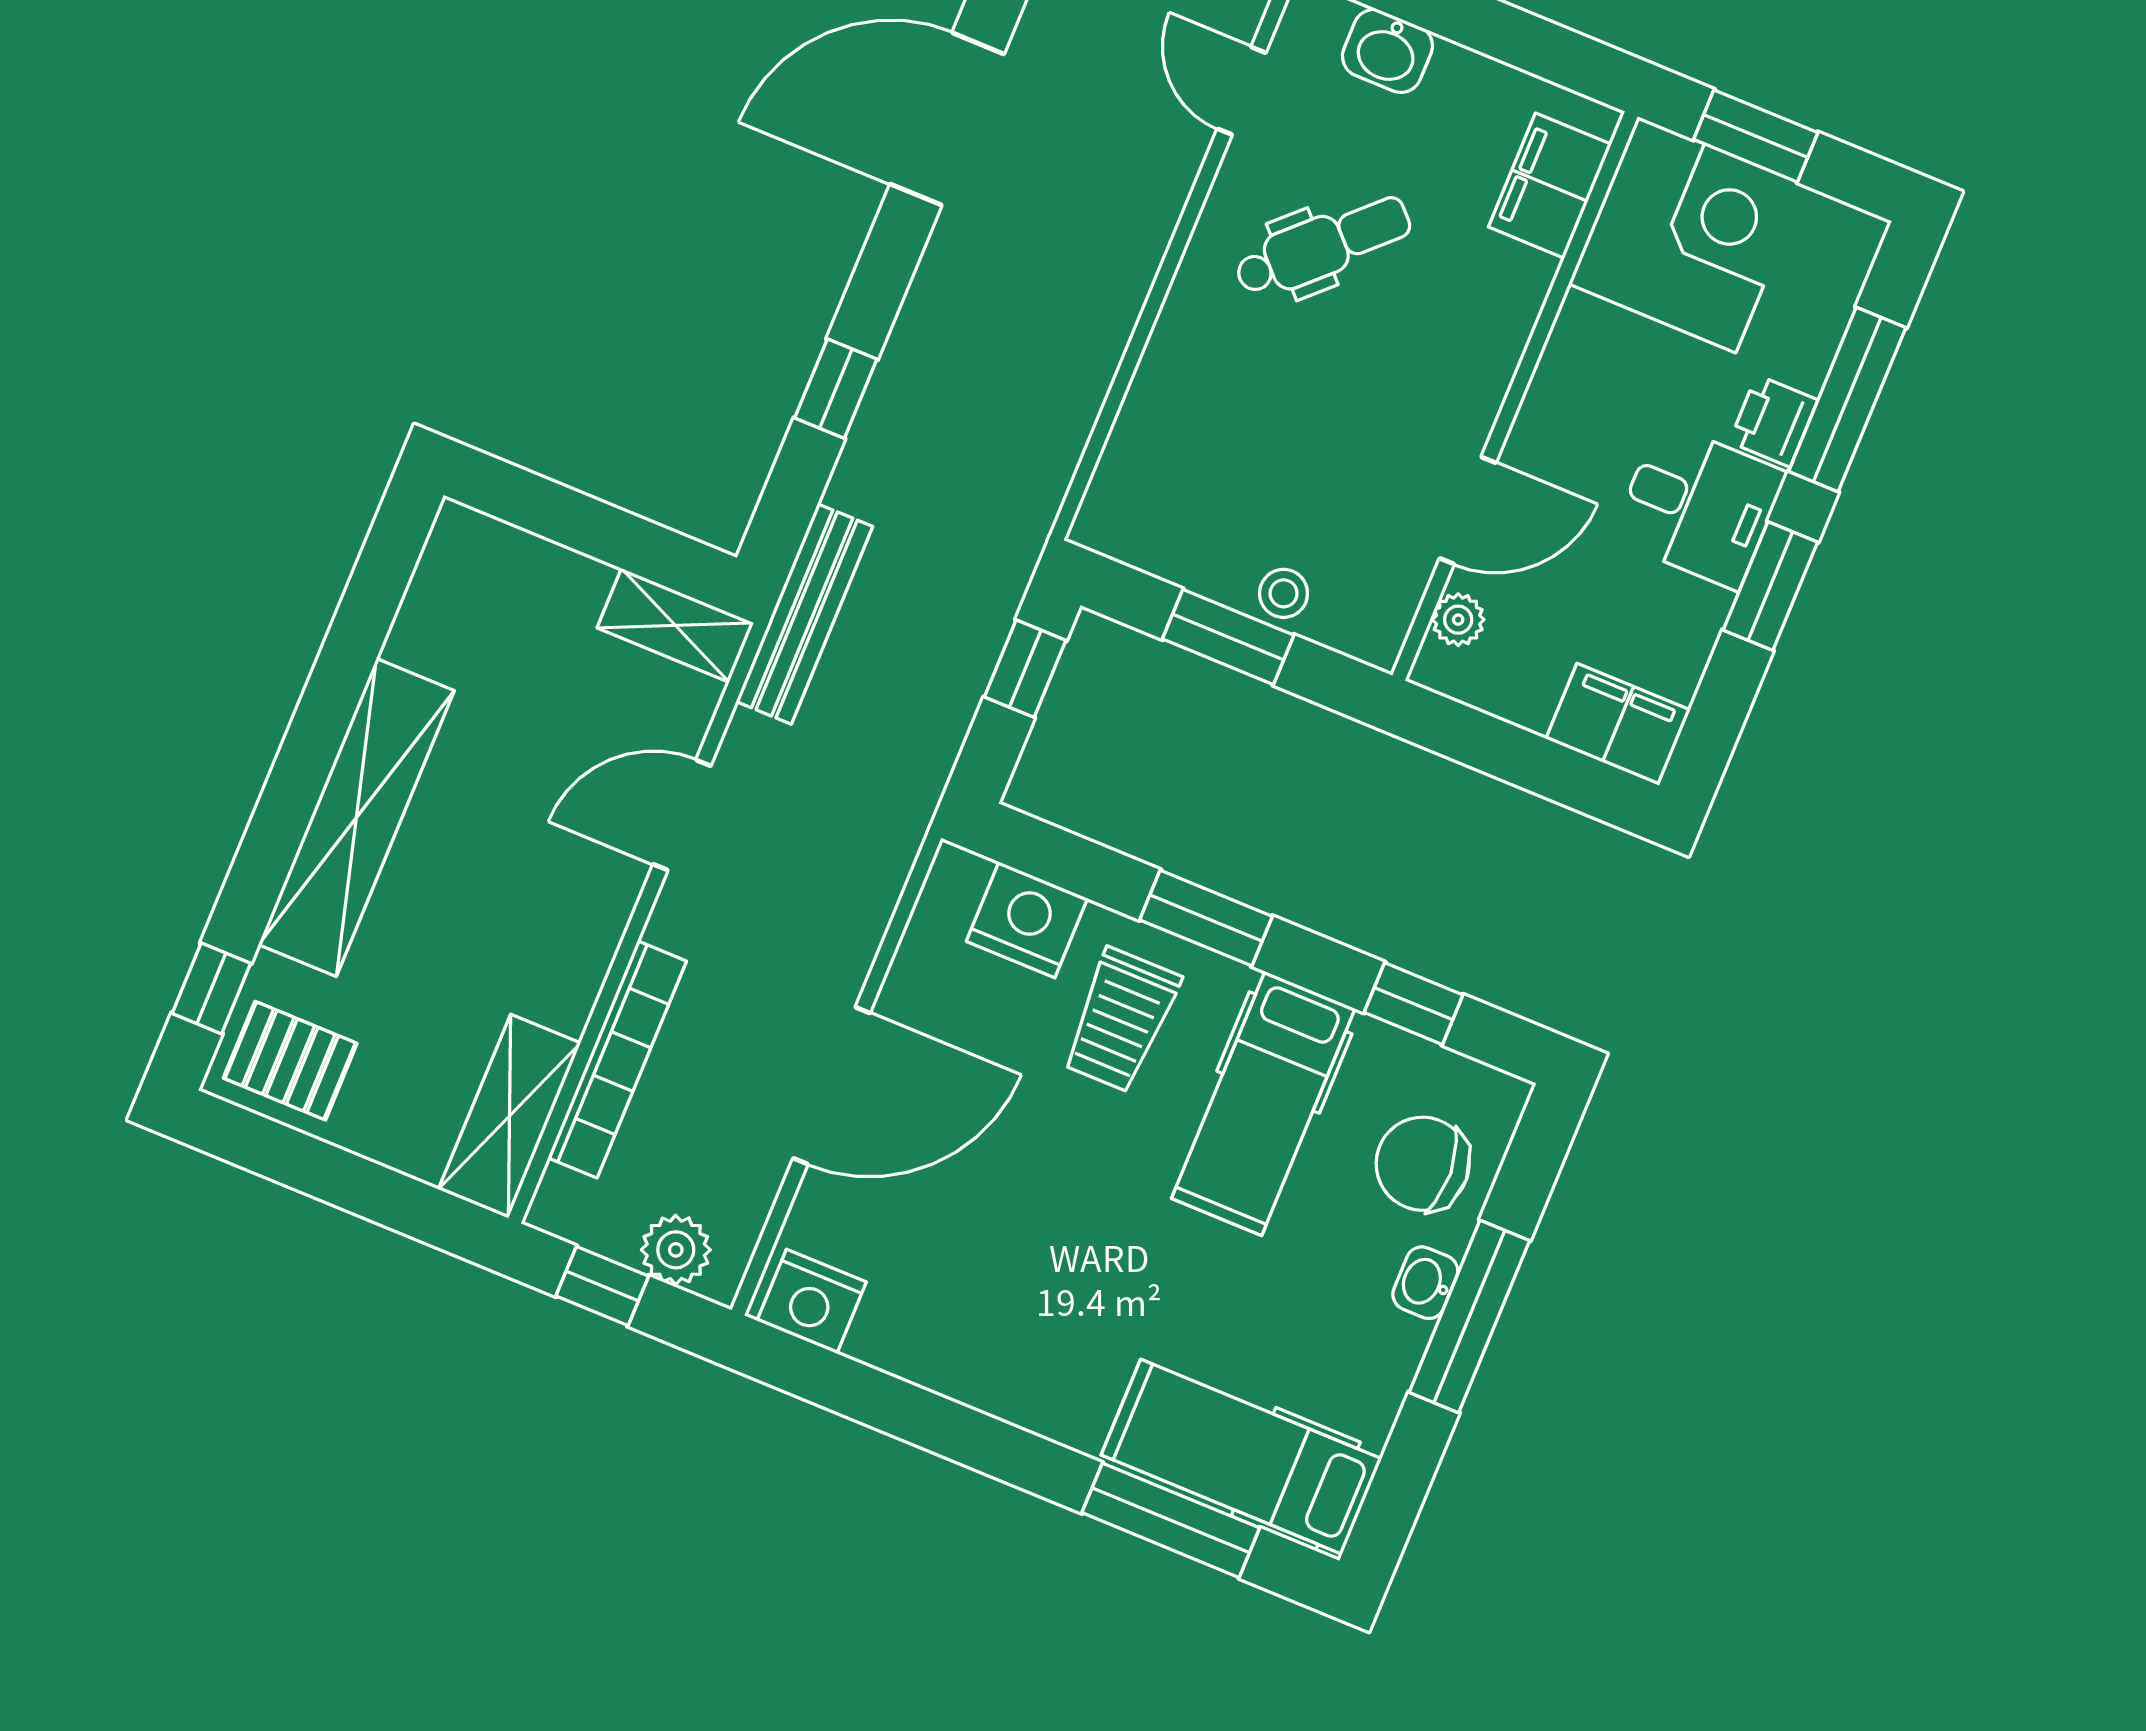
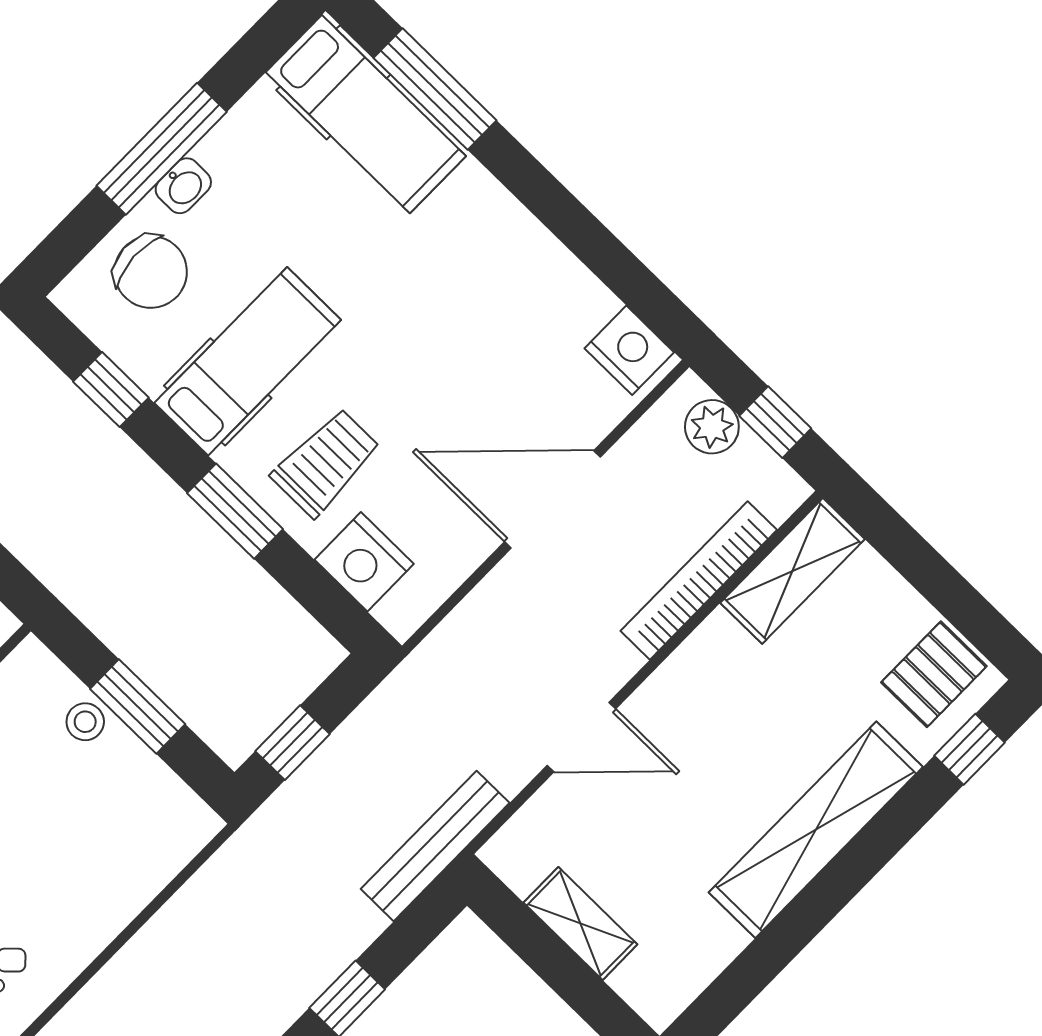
shelving: (675, 625) -> (580, 923), moved
pallet: (290, 1061) -> (934, 674), turned 90

